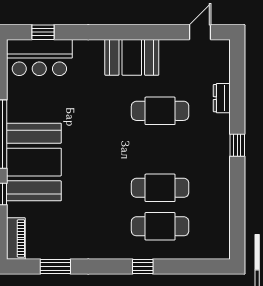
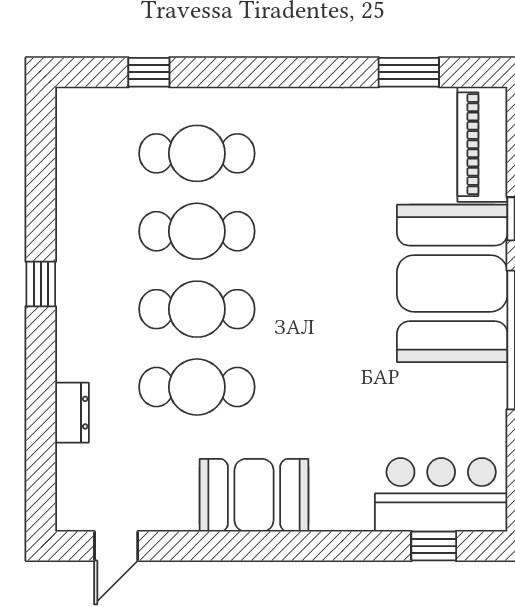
window: (237, 145) -> (41, 284), moved
cafe table: (160, 149) -> (197, 309), added
piano: (16, 238) -> (482, 144), width x1.37, depth x1.33
window: (143, 266) -> (149, 72), moved

